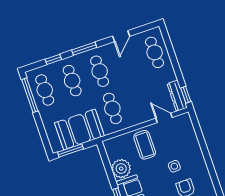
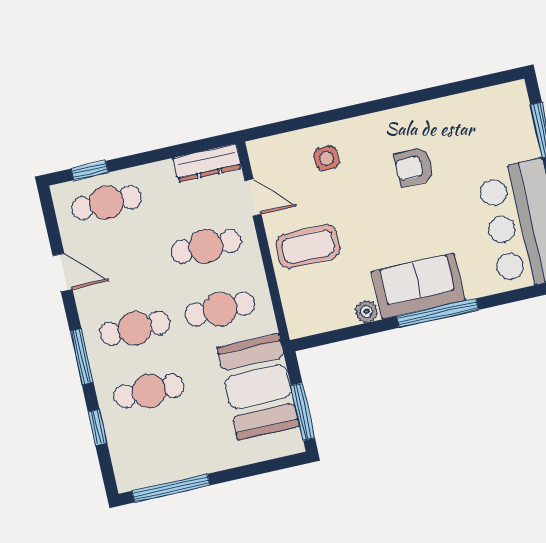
cafe table: (45, 90) -> (206, 246), moved
window: (186, 95) -> (90, 170), moved
door: (164, 118) -> (253, 197), swing flipped
side table: (174, 166) -> (326, 158), moved
plant: (121, 169) -> (366, 311), width x0.53, depth x0.53

